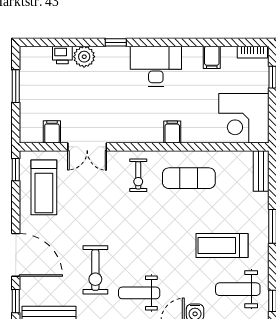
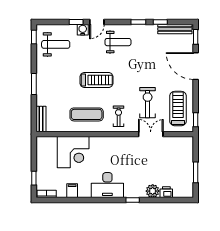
corner desk: (244, 118) -> (73, 152), moved, turned 90
filing cabinet: (52, 132) -> (173, 144), removed
filing cabinet: (172, 132) -> (97, 144), removed
treadmill: (222, 245) -> (97, 80), moved
exercise bike: (95, 270) -> (148, 103), moved

